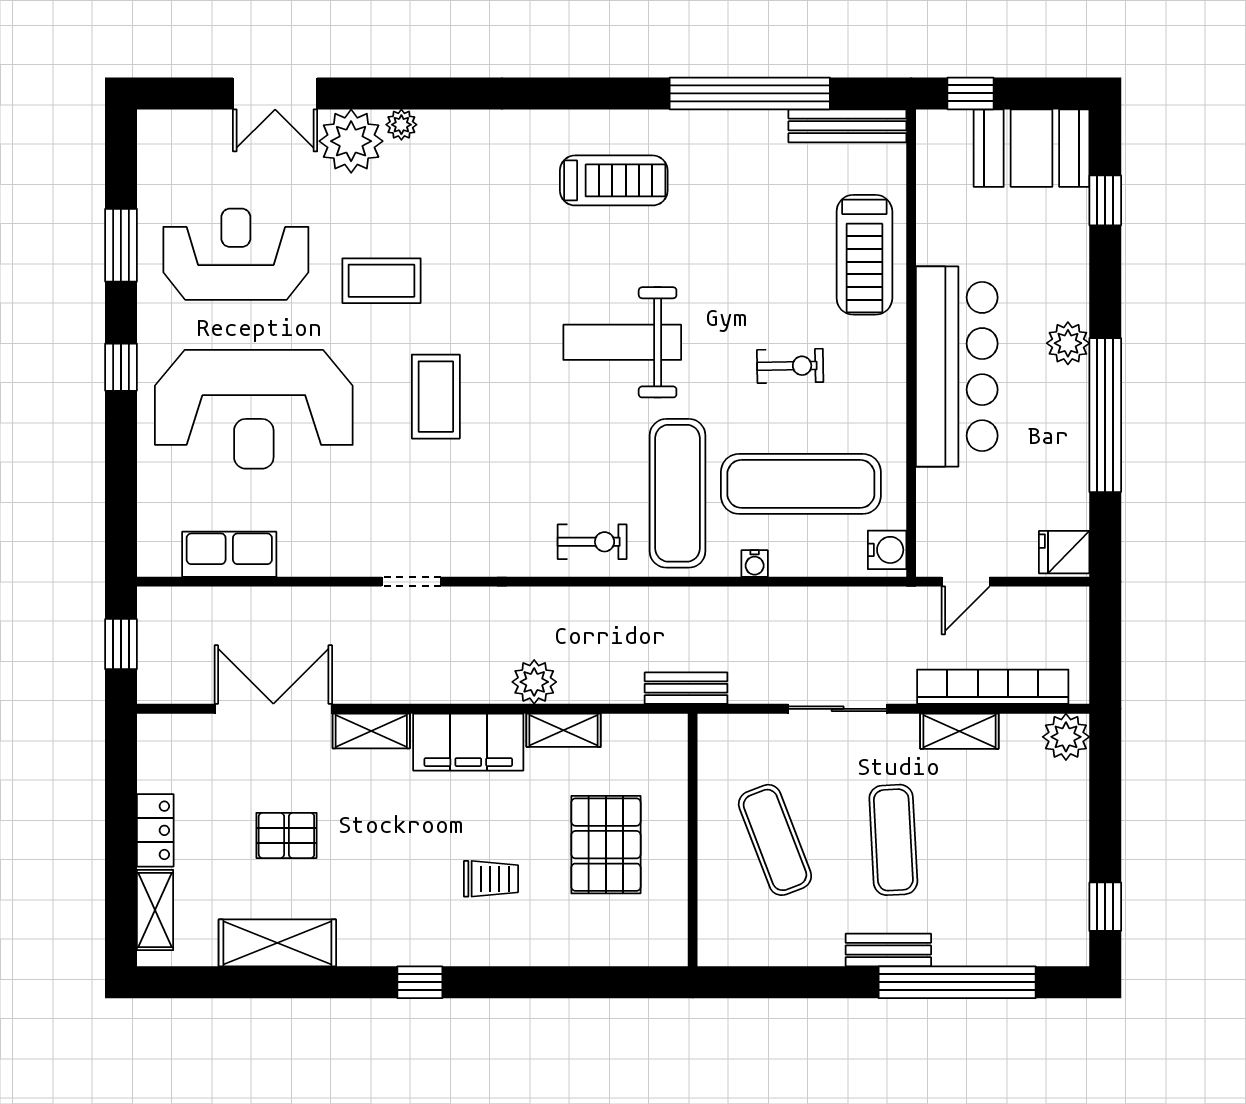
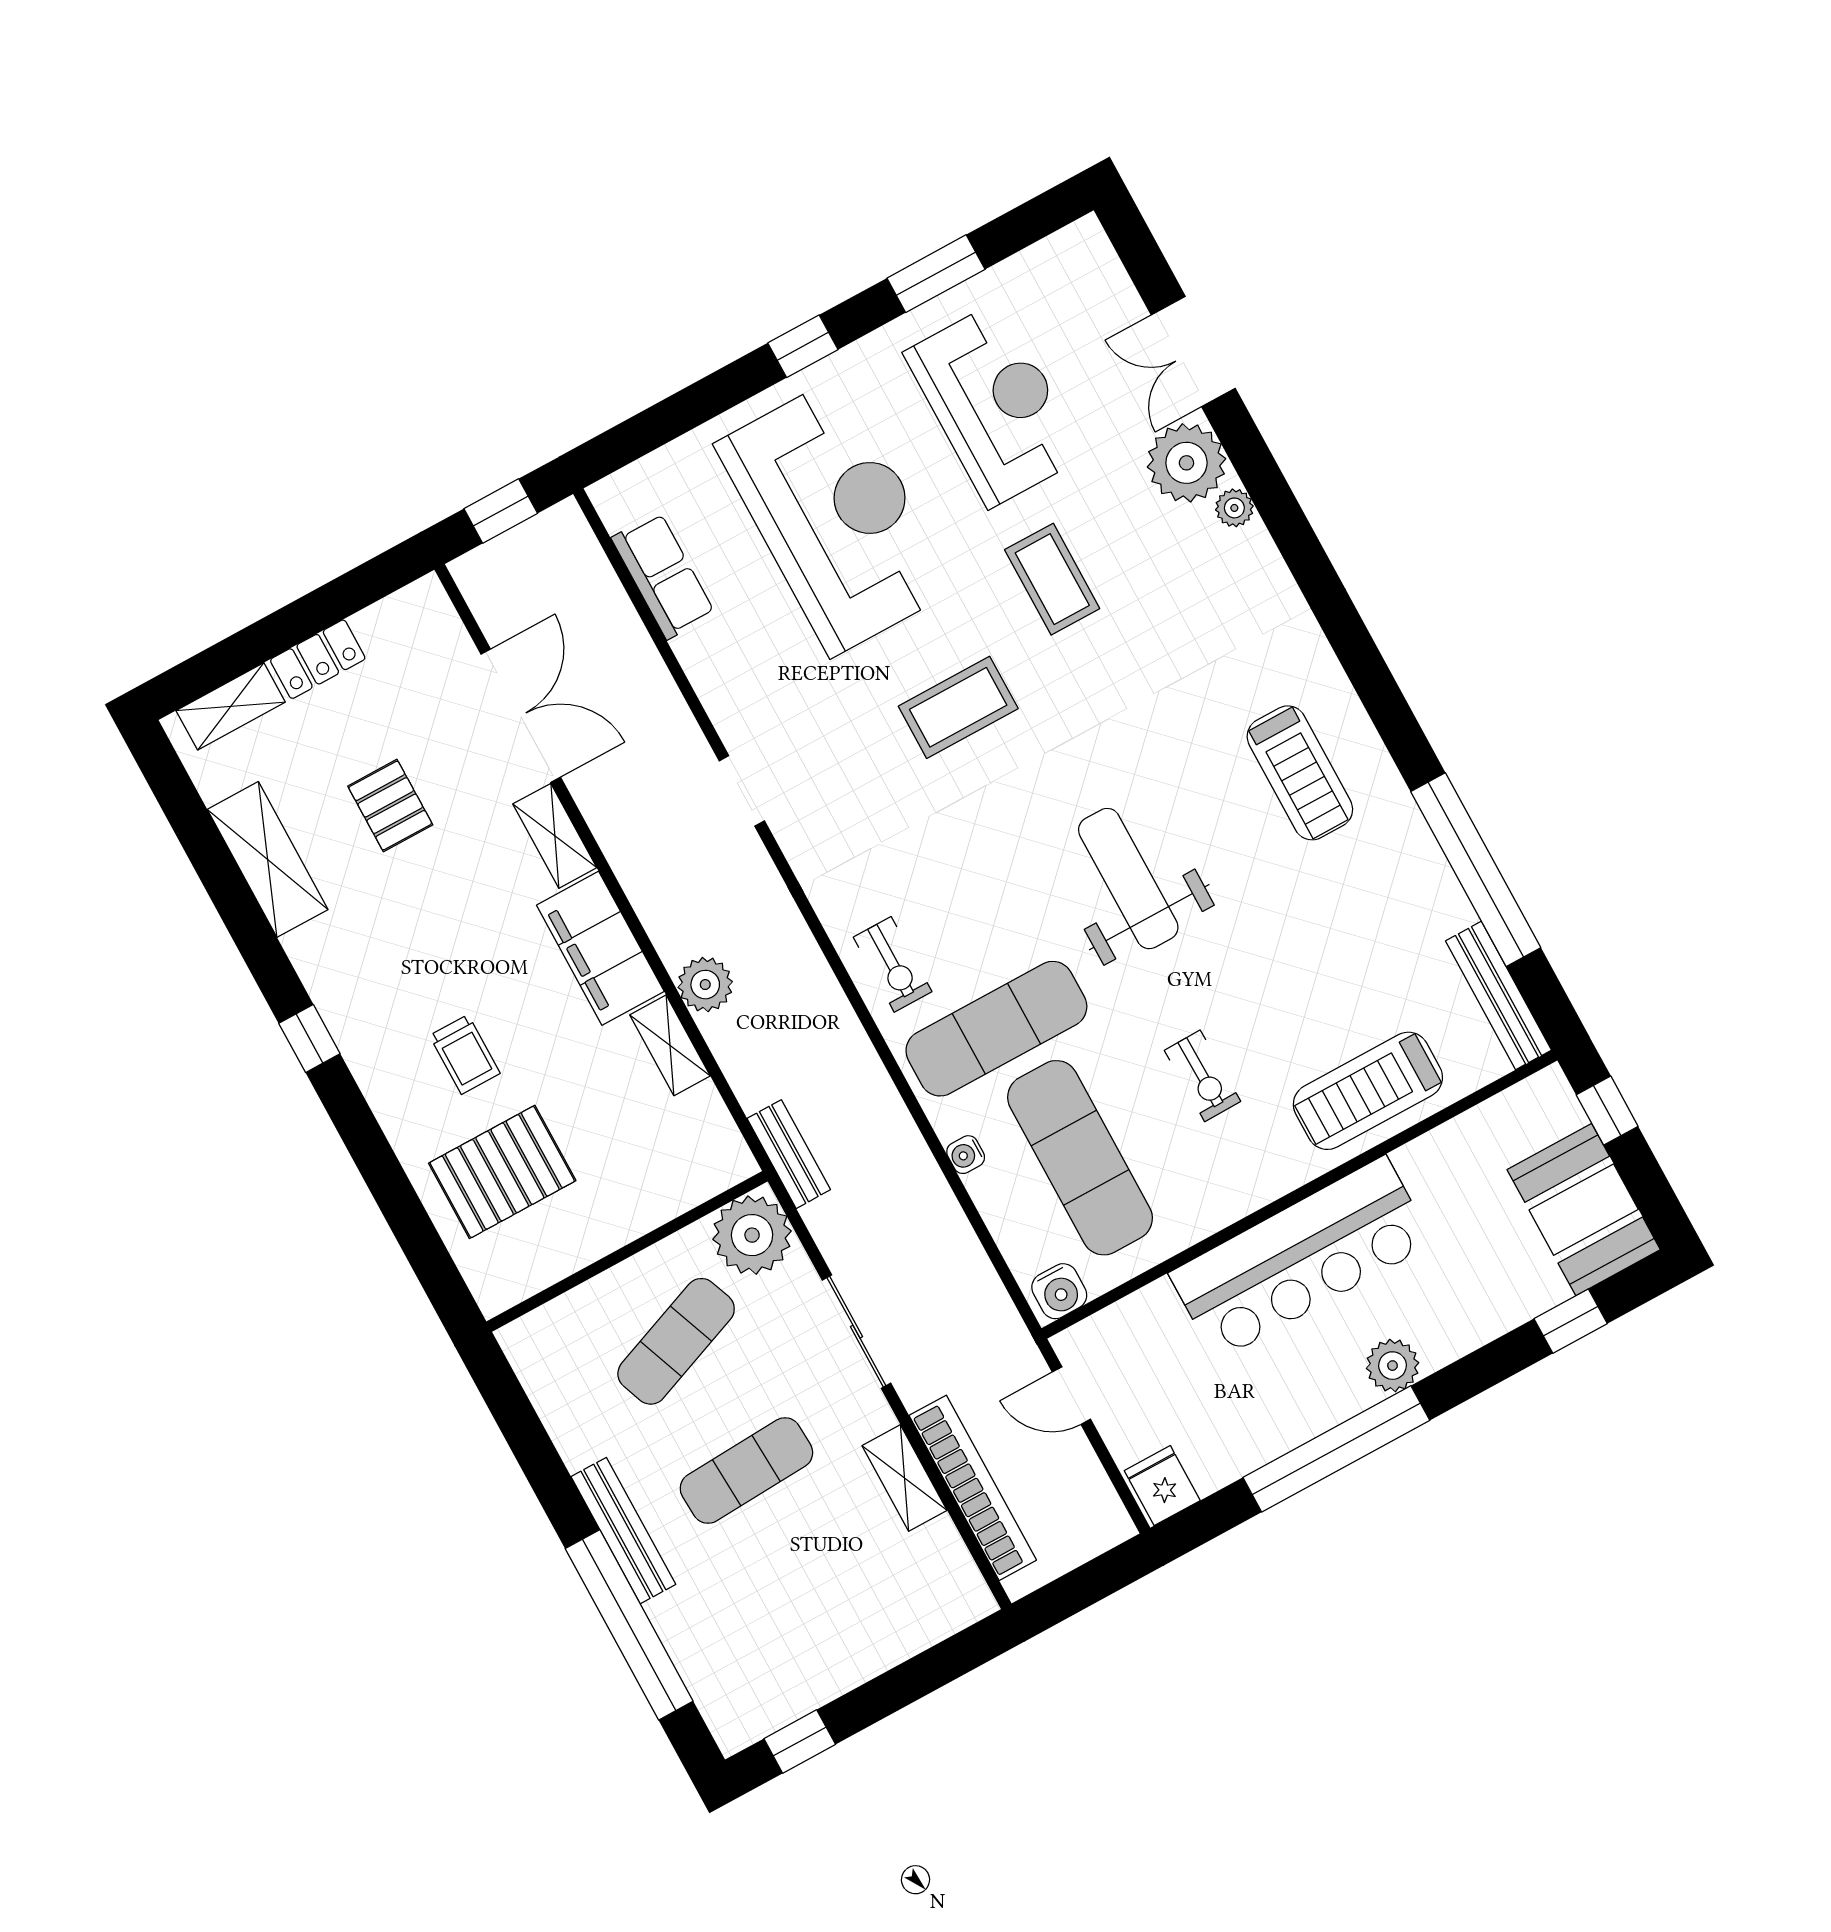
reception desk: (254, 409) -> (836, 516), turned 180
plant: (1066, 737) -> (752, 1235), moved, width x1.36, depth x1.36
pallet: (606, 845) -> (502, 1172), moved
bench: (888, 950) -> (623, 1531), width x1.36

